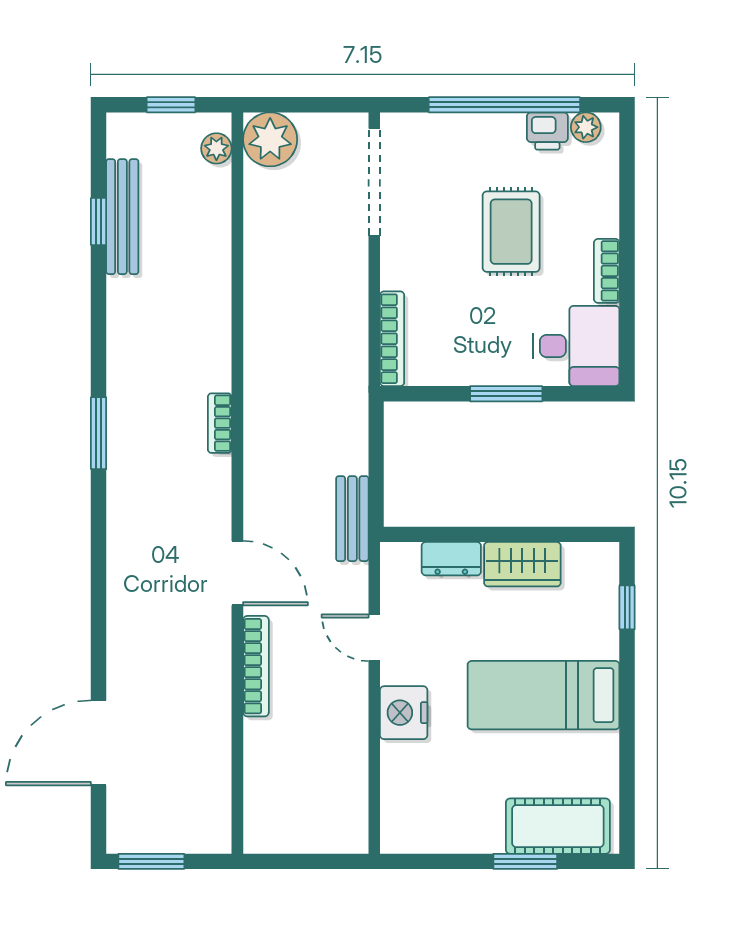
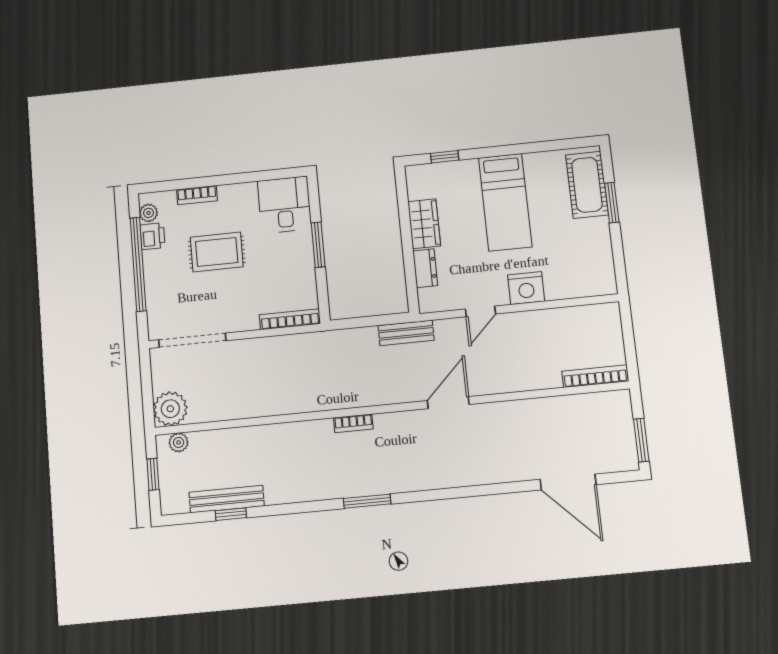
bookcase: (607, 271) -> (197, 195), moved
bookcase: (256, 666) -> (595, 376), moved

